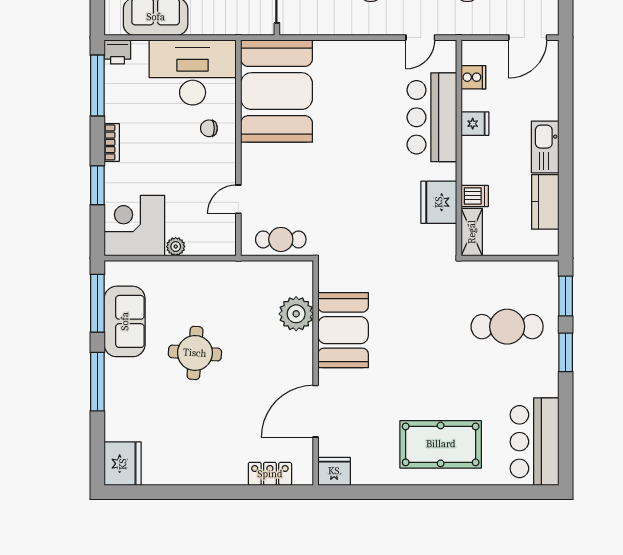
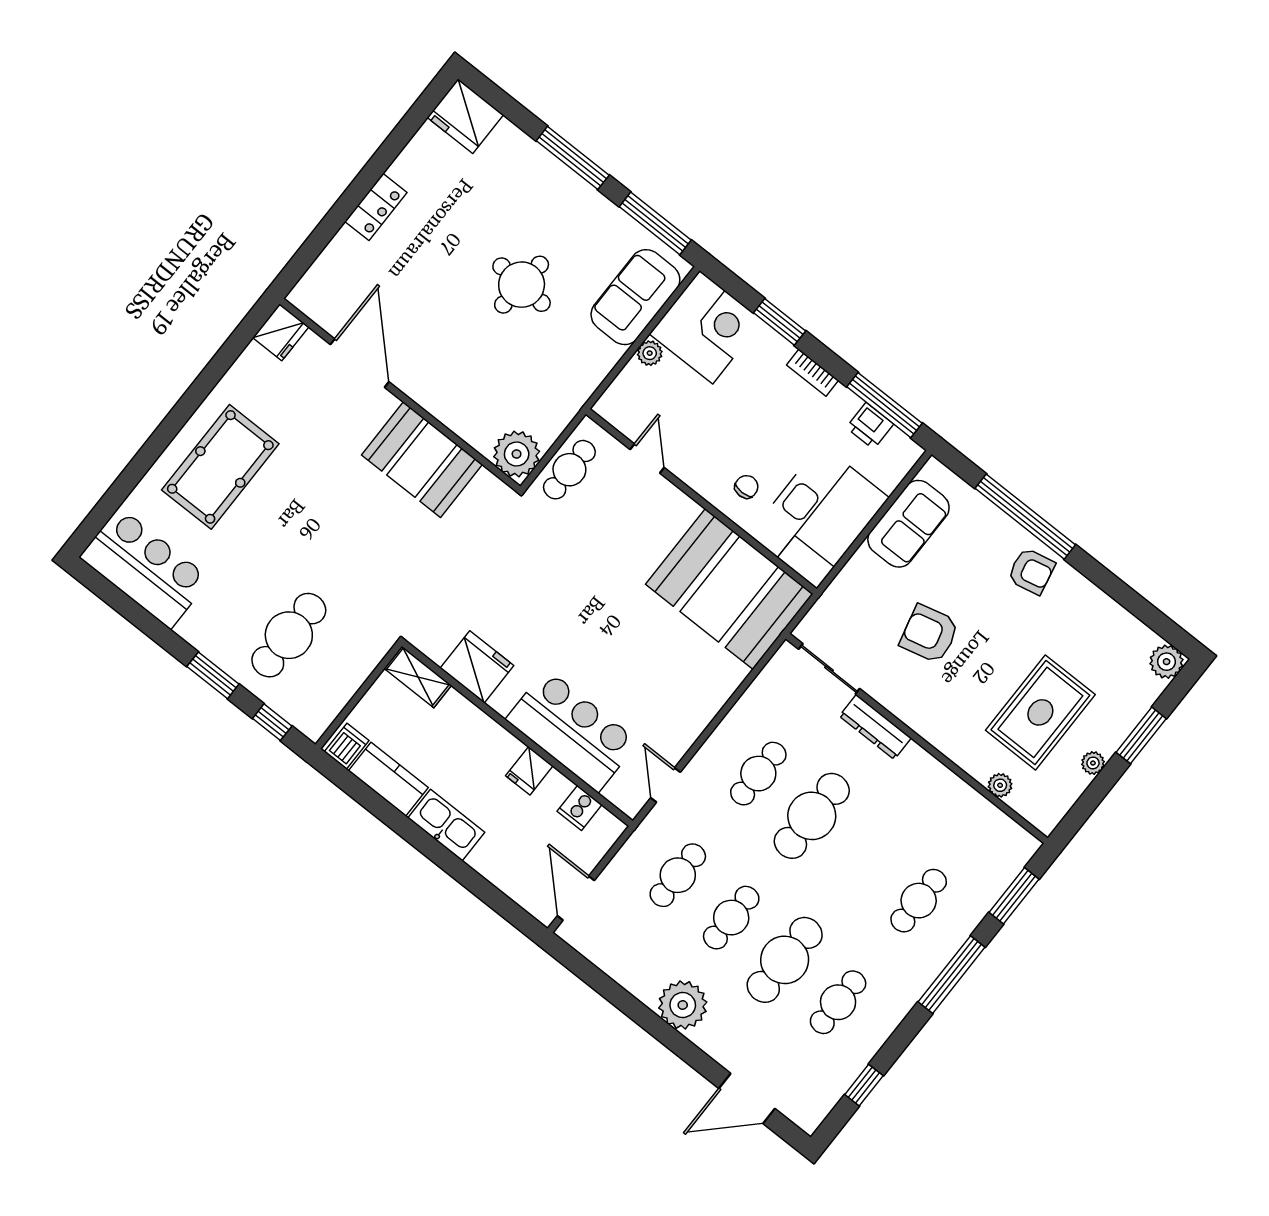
printer: (117, 52) -> (870, 426), moved, turned -90
dishwasher: (475, 196) -> (347, 746), moved, turned 180
window: (566, 296) -> (272, 722), width x0.67
plant: (296, 314) -> (517, 454), moved
sofa: (125, 321) -> (635, 297), moved, turned 90
locker: (270, 474) -> (376, 207), moved

